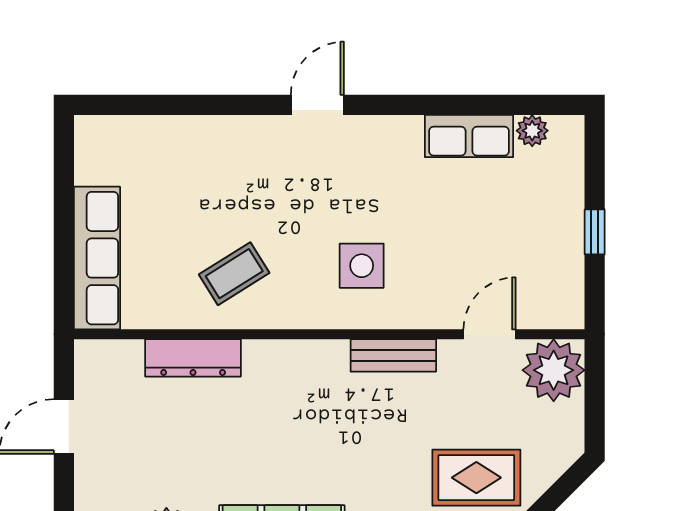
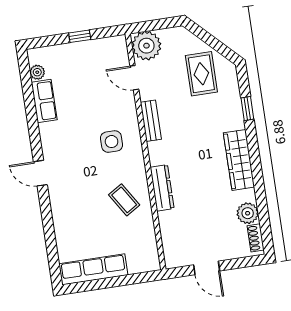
row of seats: (97, 258) -> (93, 269), moved
dresser: (193, 358) -> (162, 188), moved

